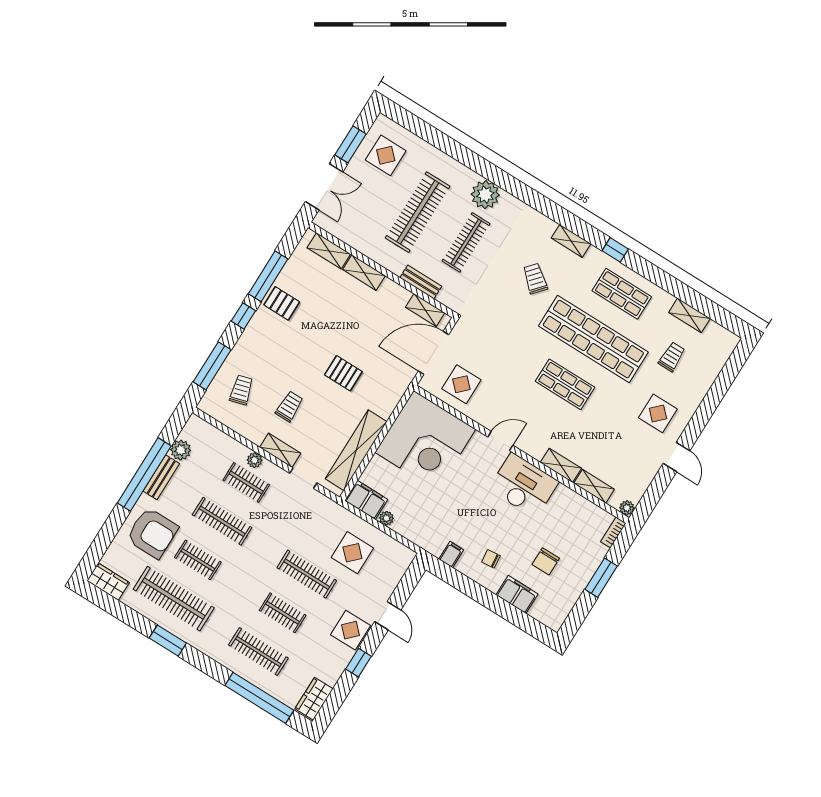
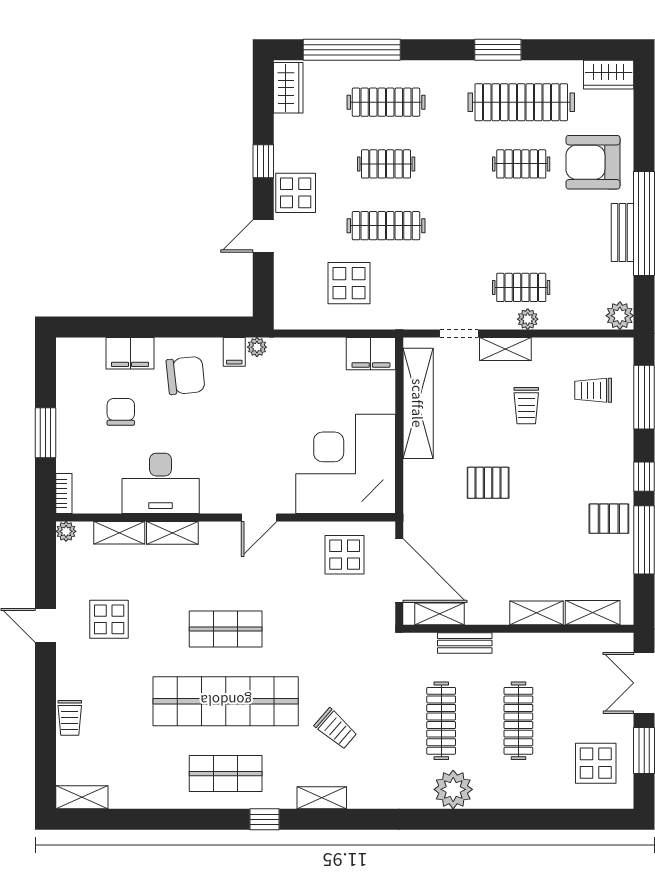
clothes rail: (418, 212) -> (518, 721), width x0.73, depth x0.76
shelving: (689, 315) -> (82, 797), moved
door: (433, 353) -> (399, 571), hinge flipped
trolley: (672, 357) -> (70, 718), moved
trolley: (241, 390) -> (593, 390), turned 106
display table: (658, 413) -> (109, 619), moved
plant: (181, 450) -> (620, 316), moved
desk: (524, 485) -> (161, 483), moved
plant: (386, 518) -> (257, 347), moved
clothes rail: (222, 521) -> (521, 226), removed
chair: (491, 559) -> (186, 375), width x1.87, depth x1.87
door: (388, 616) -> (263, 236), hinge flipped

